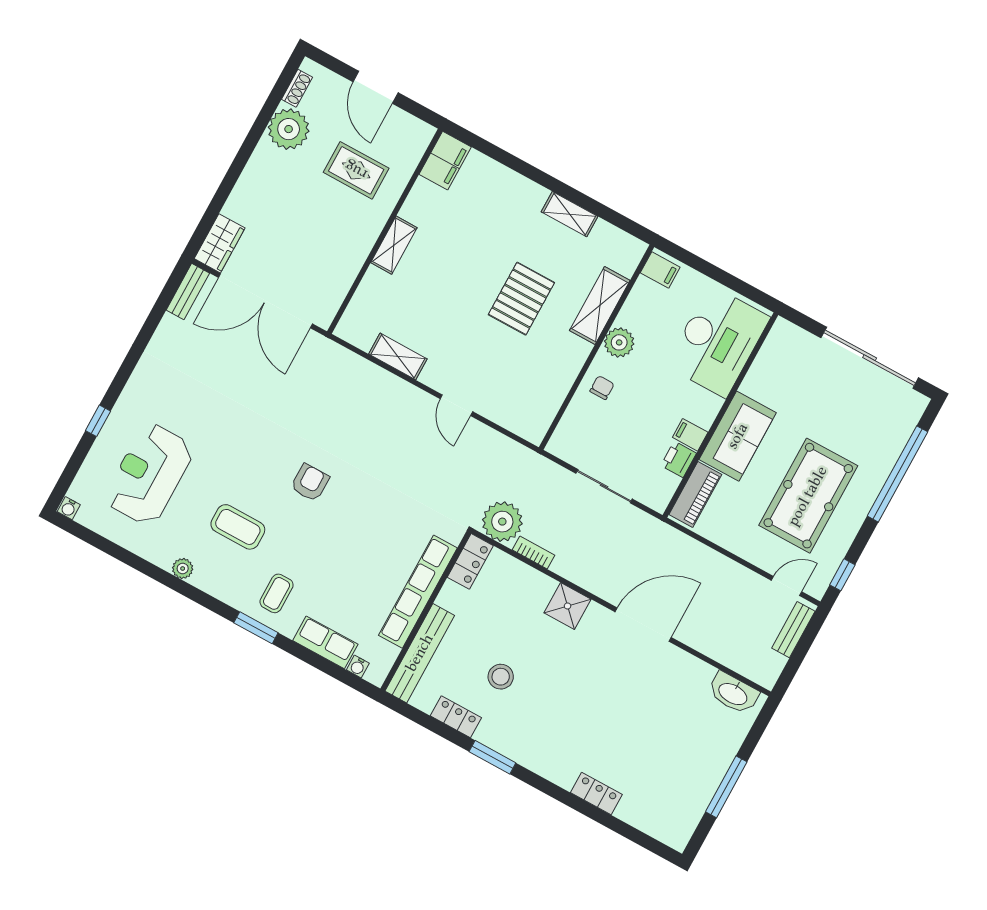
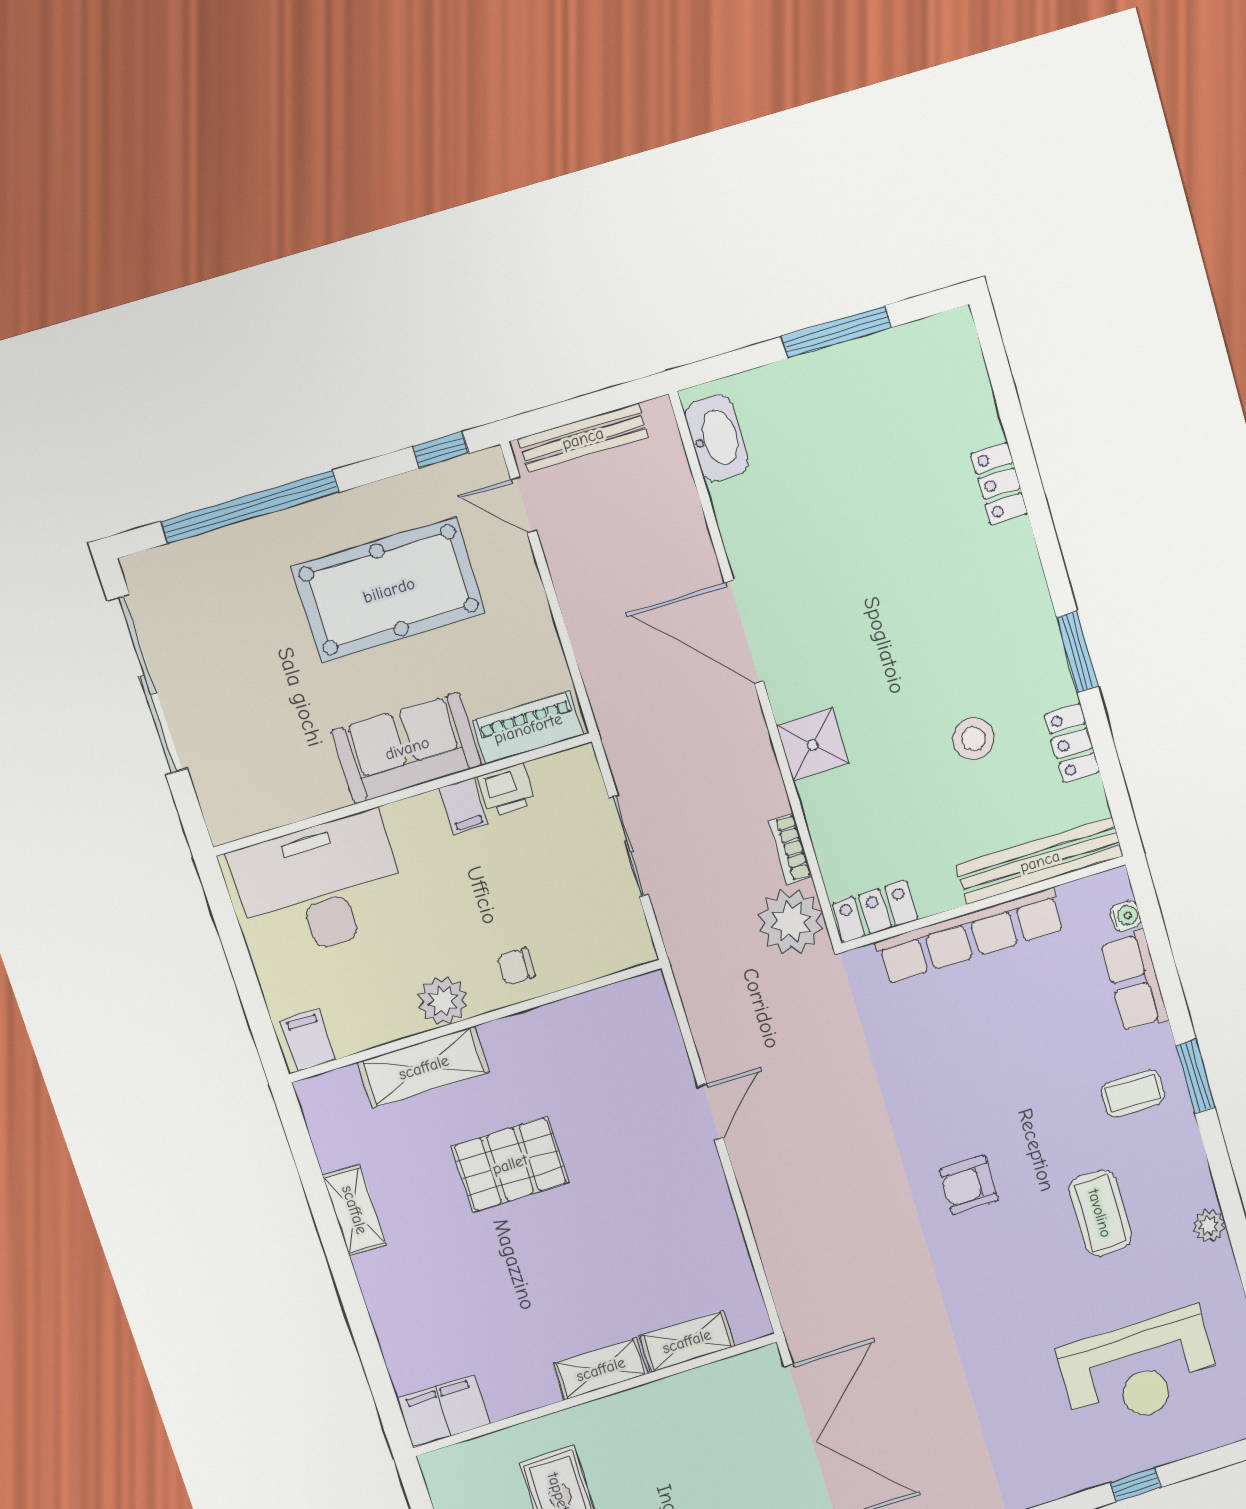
shelving: (398, 356) -> (687, 1341), moved, turned 90
bench: (793, 630) -> (583, 438), width x1.36

